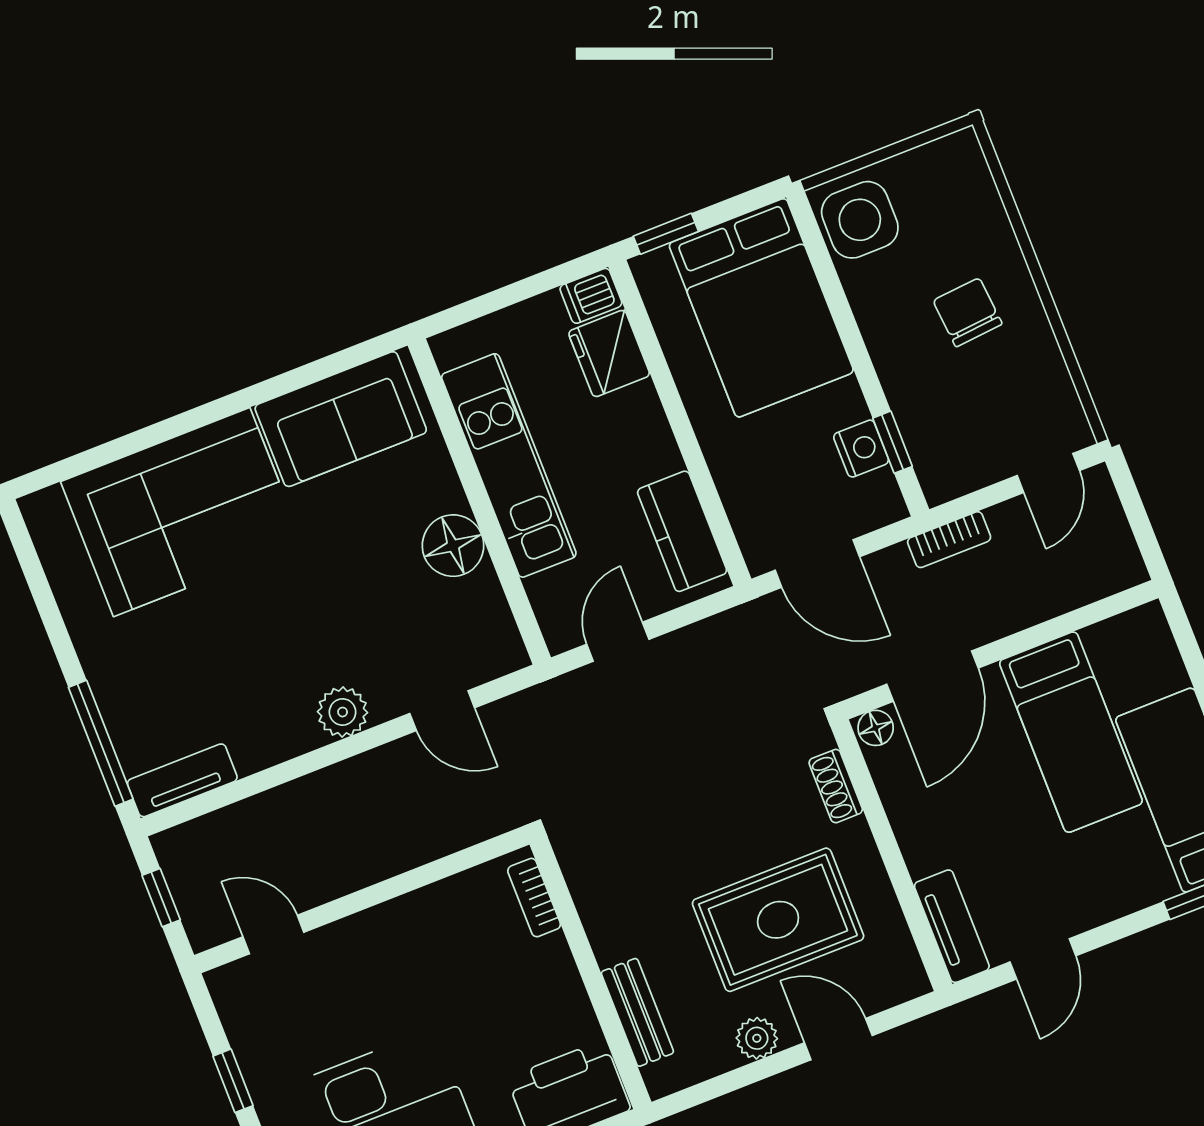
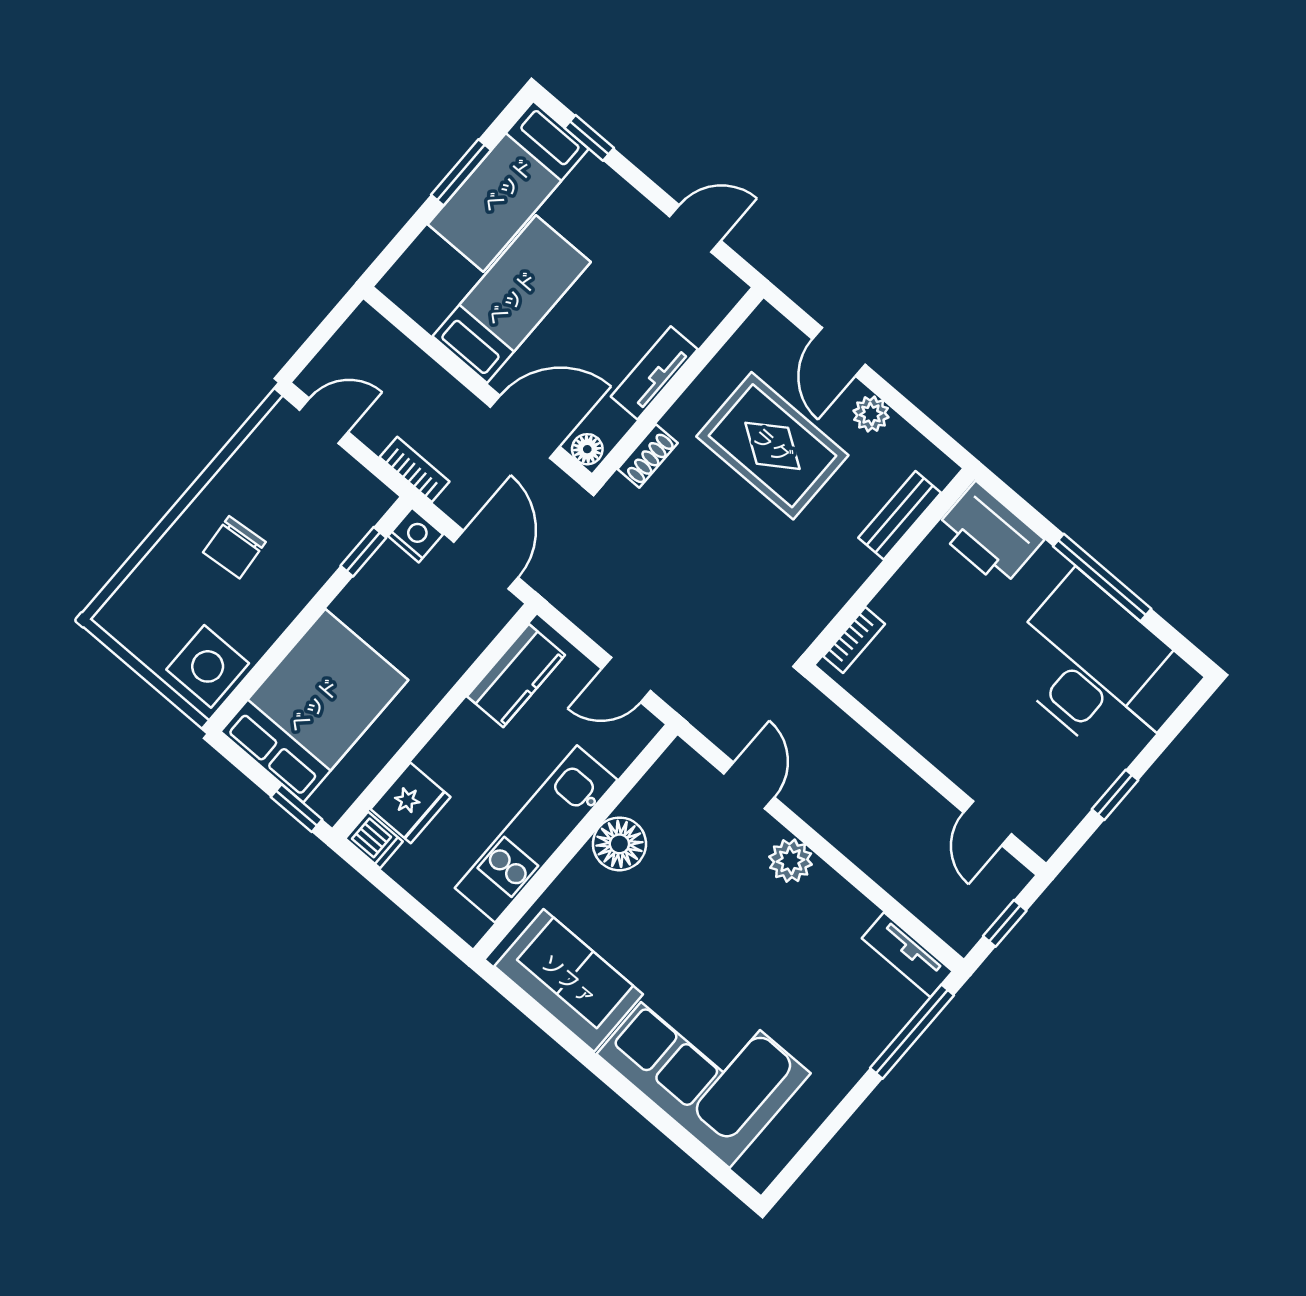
nightstand: (861, 449) -> (415, 535), moved, turned 90
tv unit: (952, 926) -> (654, 373), moved

